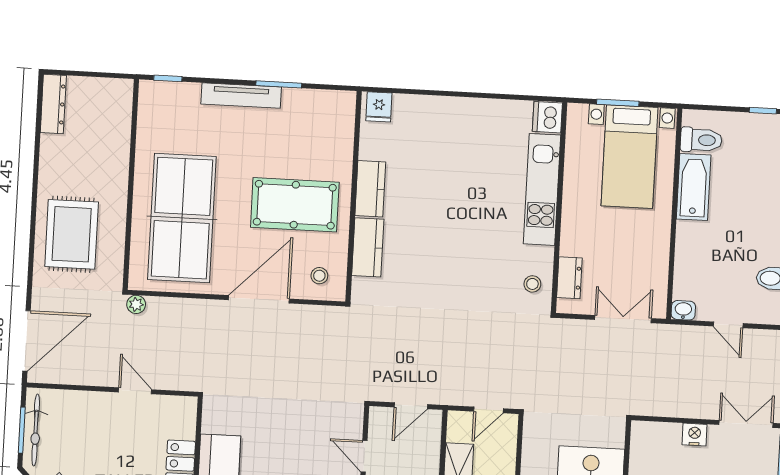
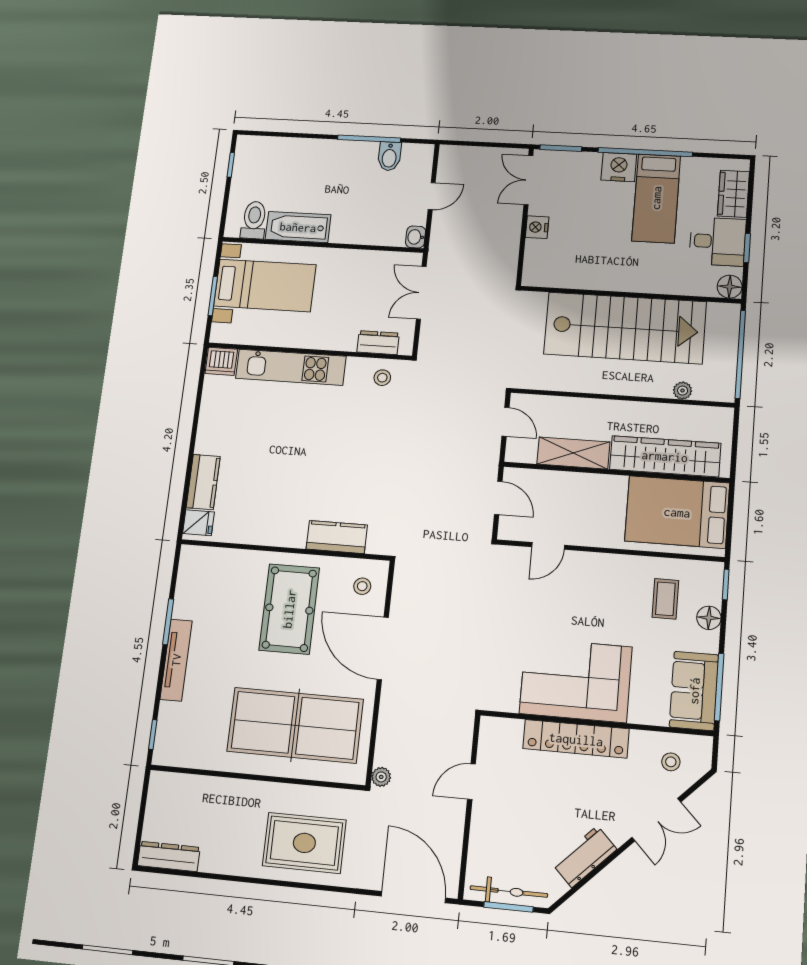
kitchen counter: (370, 189) -> (203, 482), moved, turned 90

